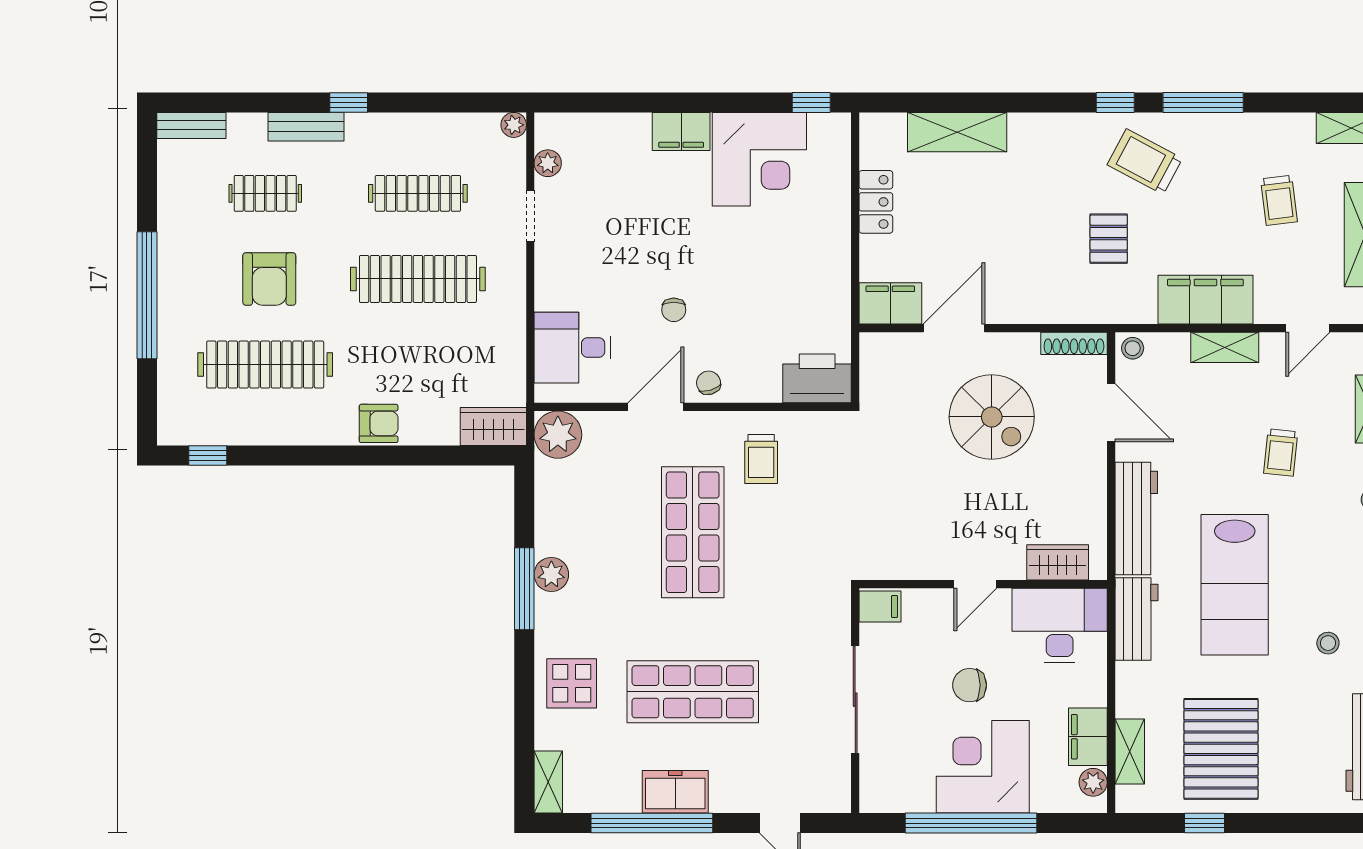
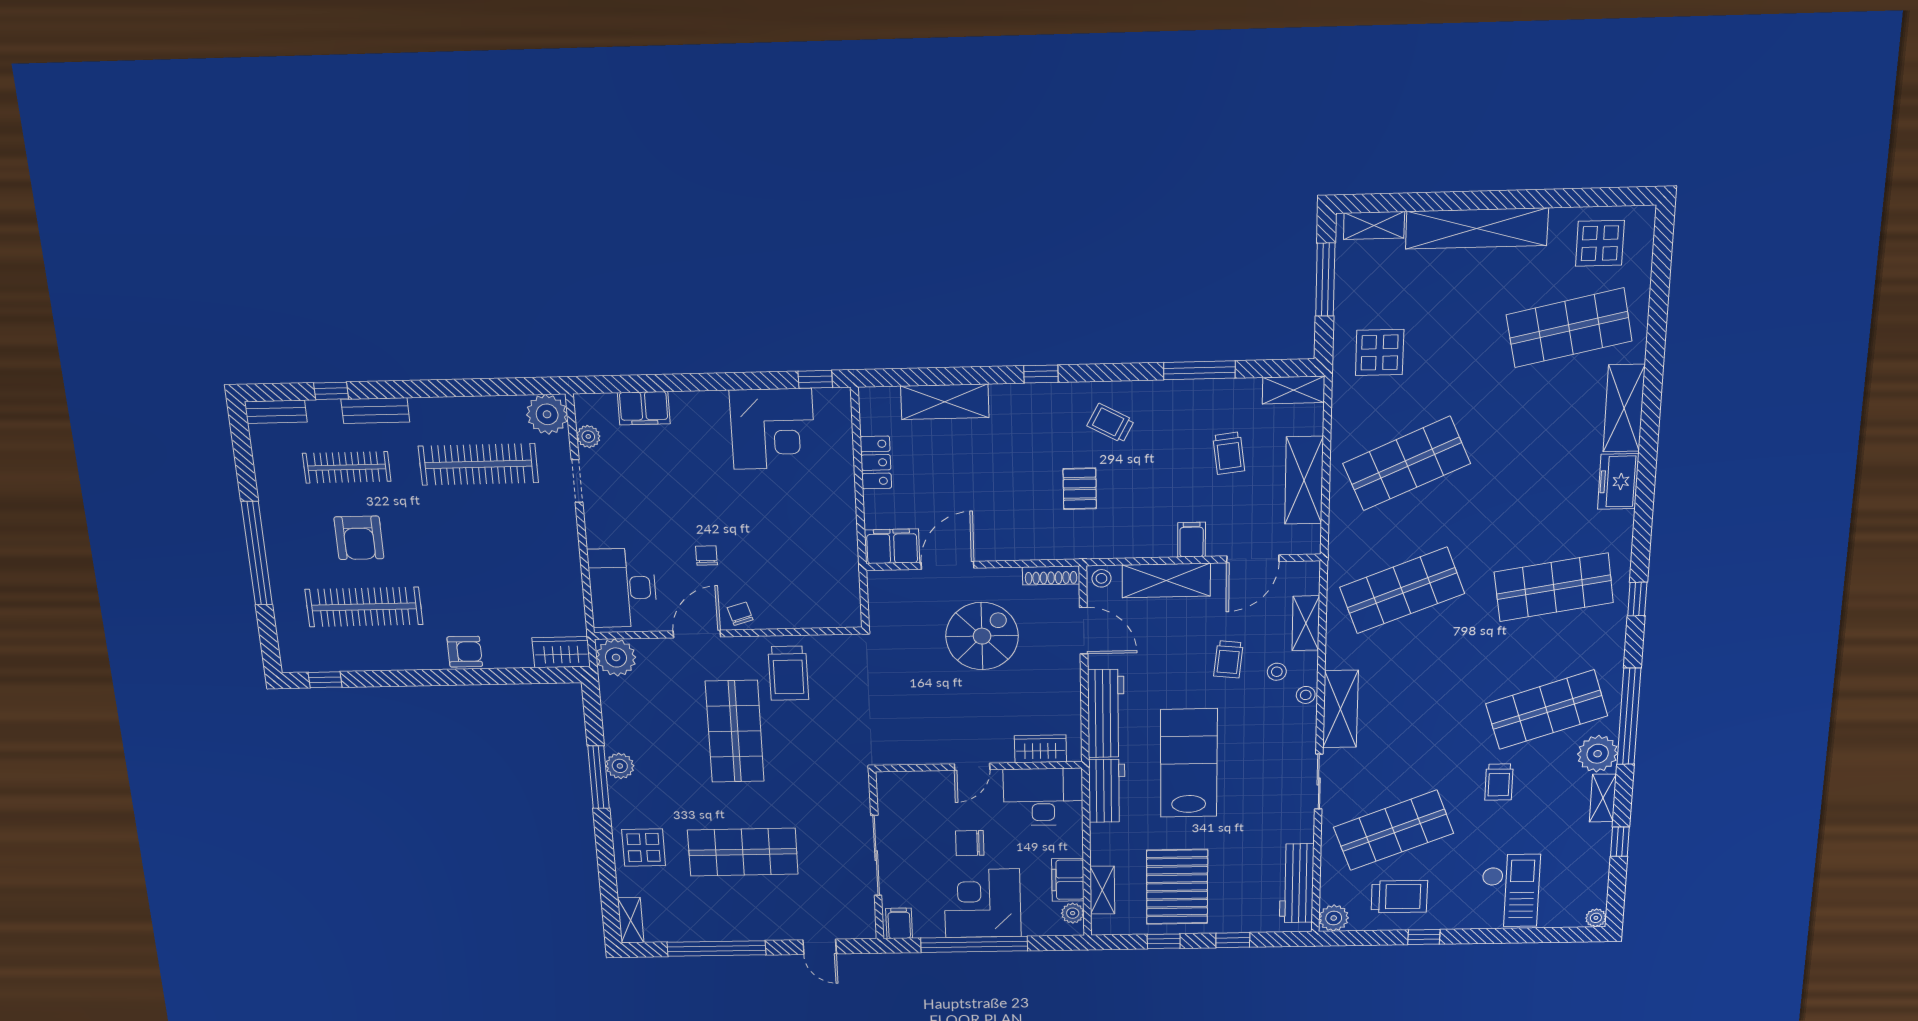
window: (349, 102) -> (331, 391), moved
window: (1115, 102) -> (1041, 374), moved
window: (1203, 102) -> (1199, 370), moved
plant: (514, 125) -> (547, 414), width x1.88, depth x1.88
filing cabinet: (681, 131) -> (644, 408), moved
trolley: (1145, 162) -> (1111, 423), width x0.73, depth x0.72
clothes rail: (265, 193) -> (347, 467), width x1.36
clothes rail: (418, 193) -> (478, 464), width x1.37, depth x1.31
clothes rail: (418, 279) -> (486, 535), removed
filing cabinet: (1205, 300) -> (1192, 540), width x0.33, depth x0.86
chair: (674, 310) -> (706, 556), turned 180
door: (1308, 328) -> (1253, 559), width x1.38
shelving: (1225, 347) -> (1166, 580), width x1.50, depth x1.33
desk: (572, 348) -> (623, 588), width x1.37
printer: (817, 378) -> (832, 608), removed
spiral stairs: (992, 417) -> (982, 636), turned -90
trolley: (761, 459) -> (788, 673), width x1.36, depth x1.39
lab bench: (1235, 585) -> (1189, 763), turned 180
filing cabinet: (880, 606) -> (899, 923), moved, turned -90
stool: (1328, 643) -> (1277, 672), moved
freezer: (675, 792) -> (734, 926), removed
window: (1289, 823) -> (1233, 940), added

